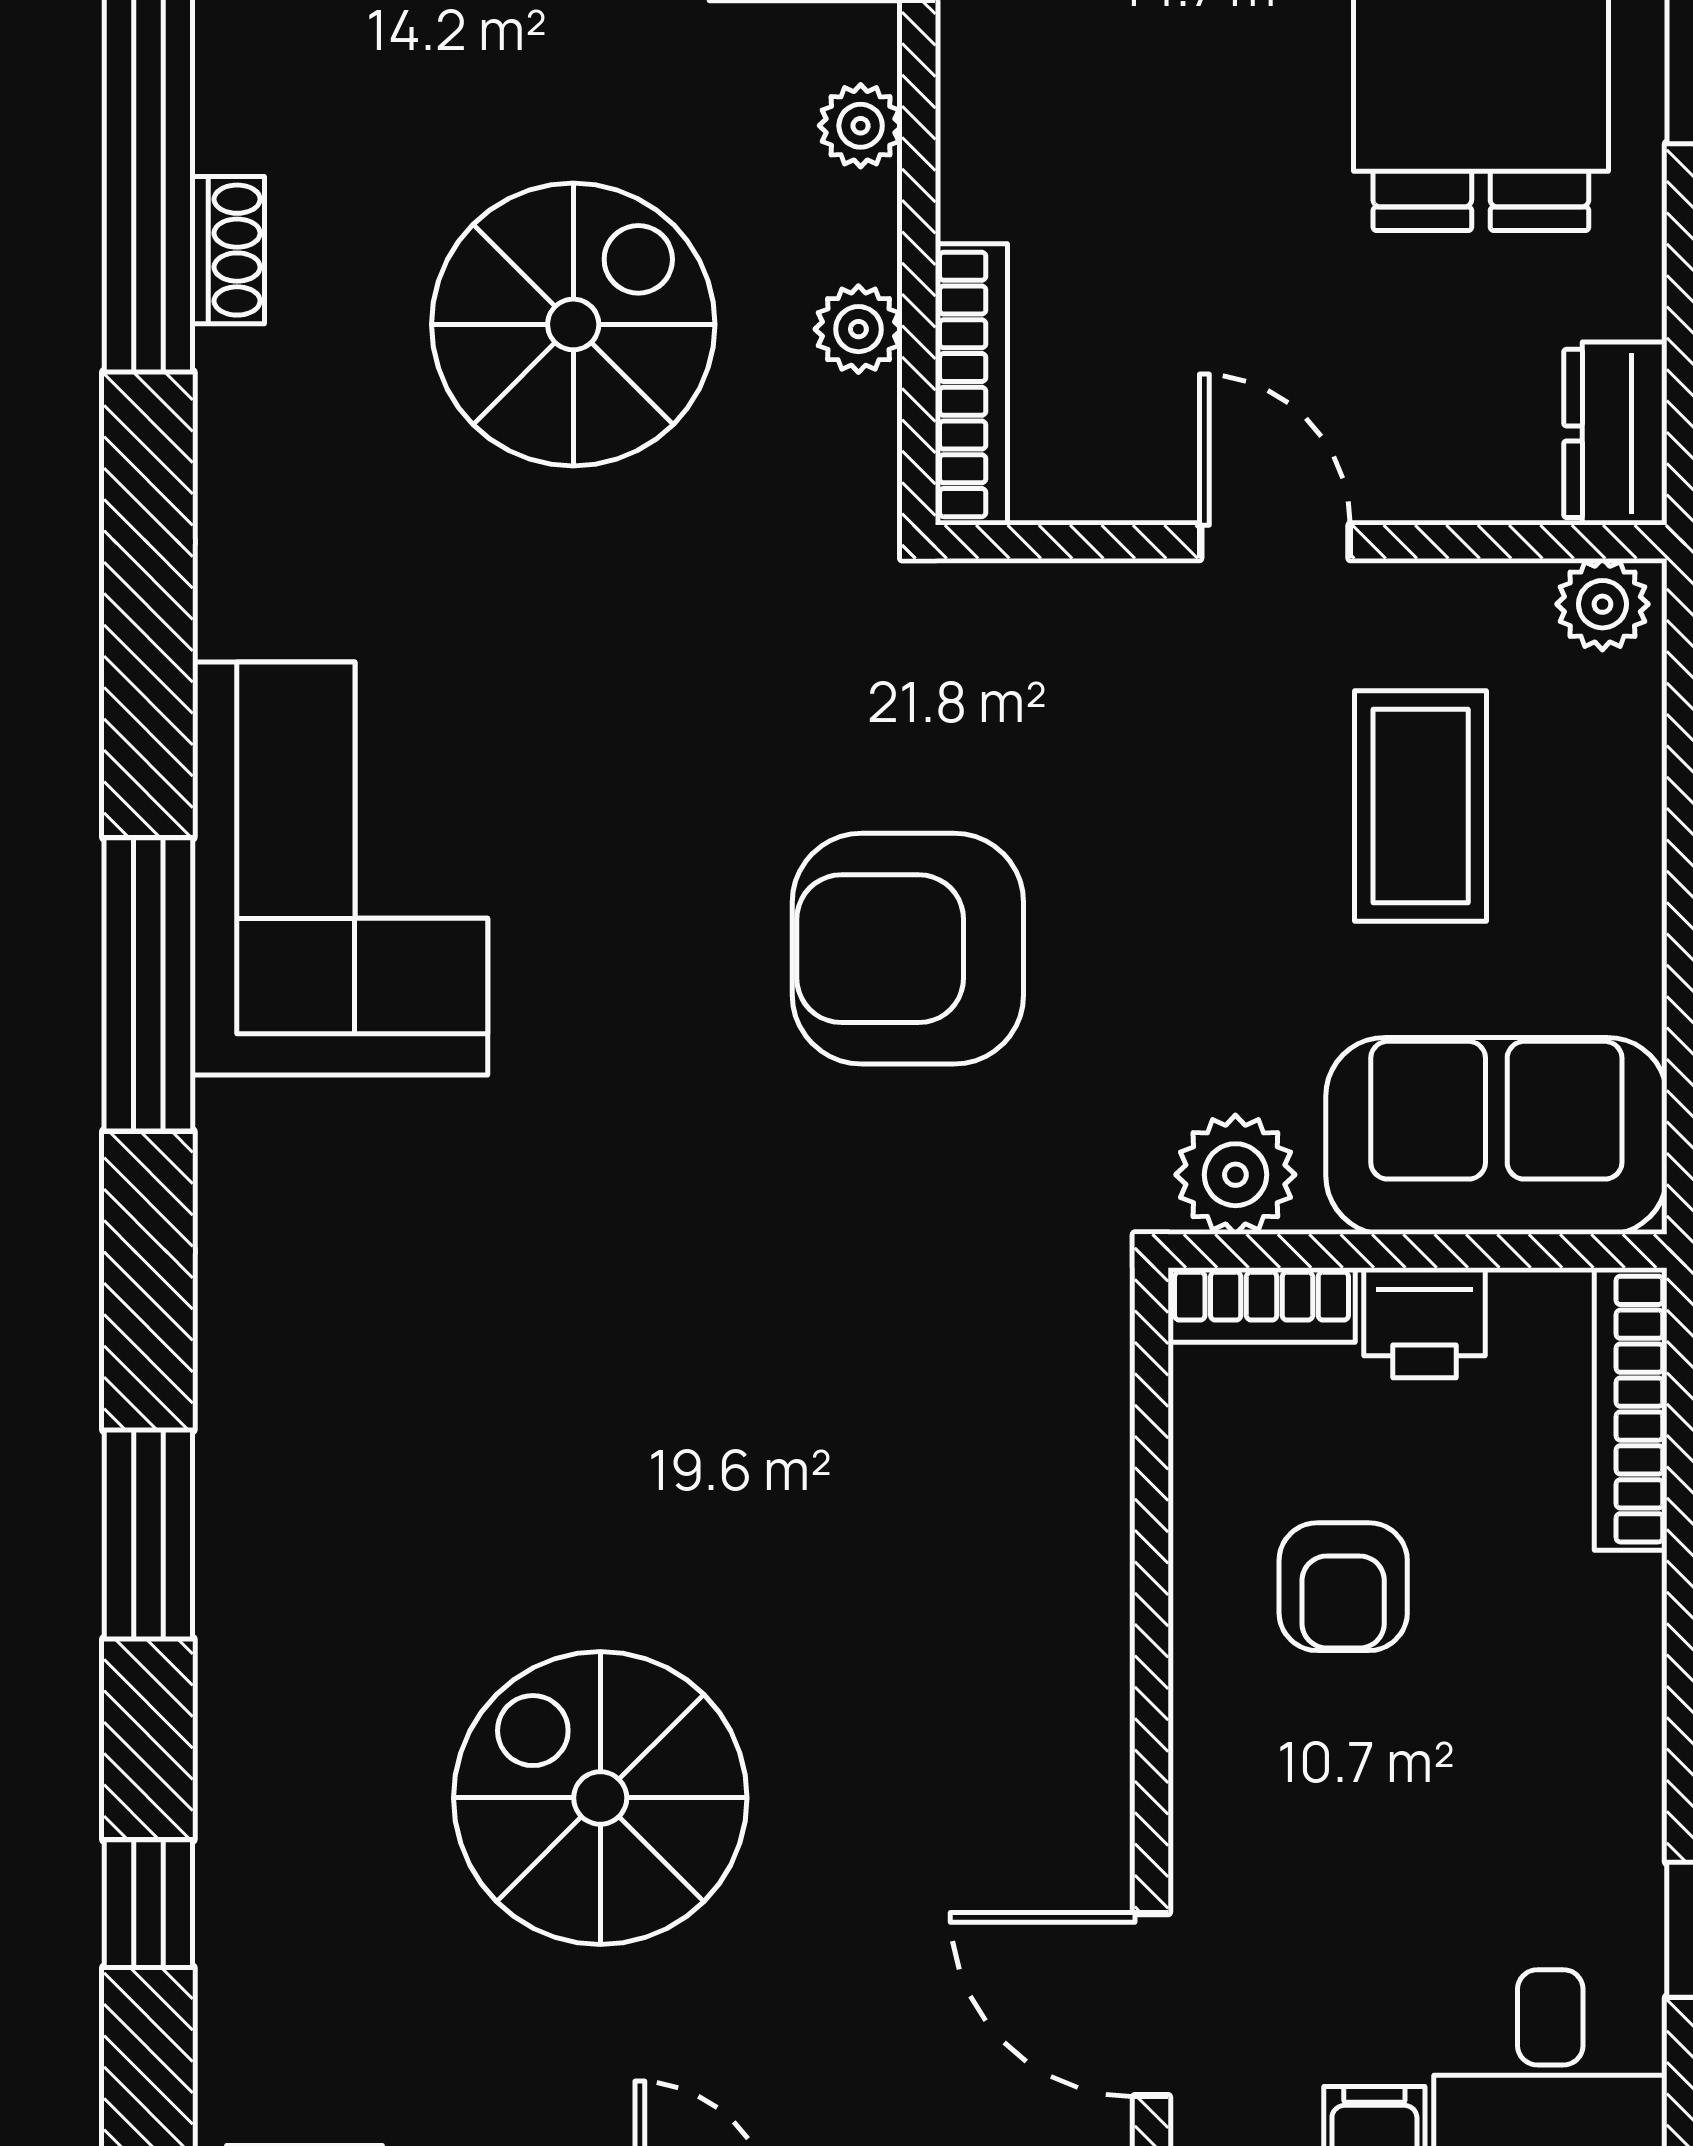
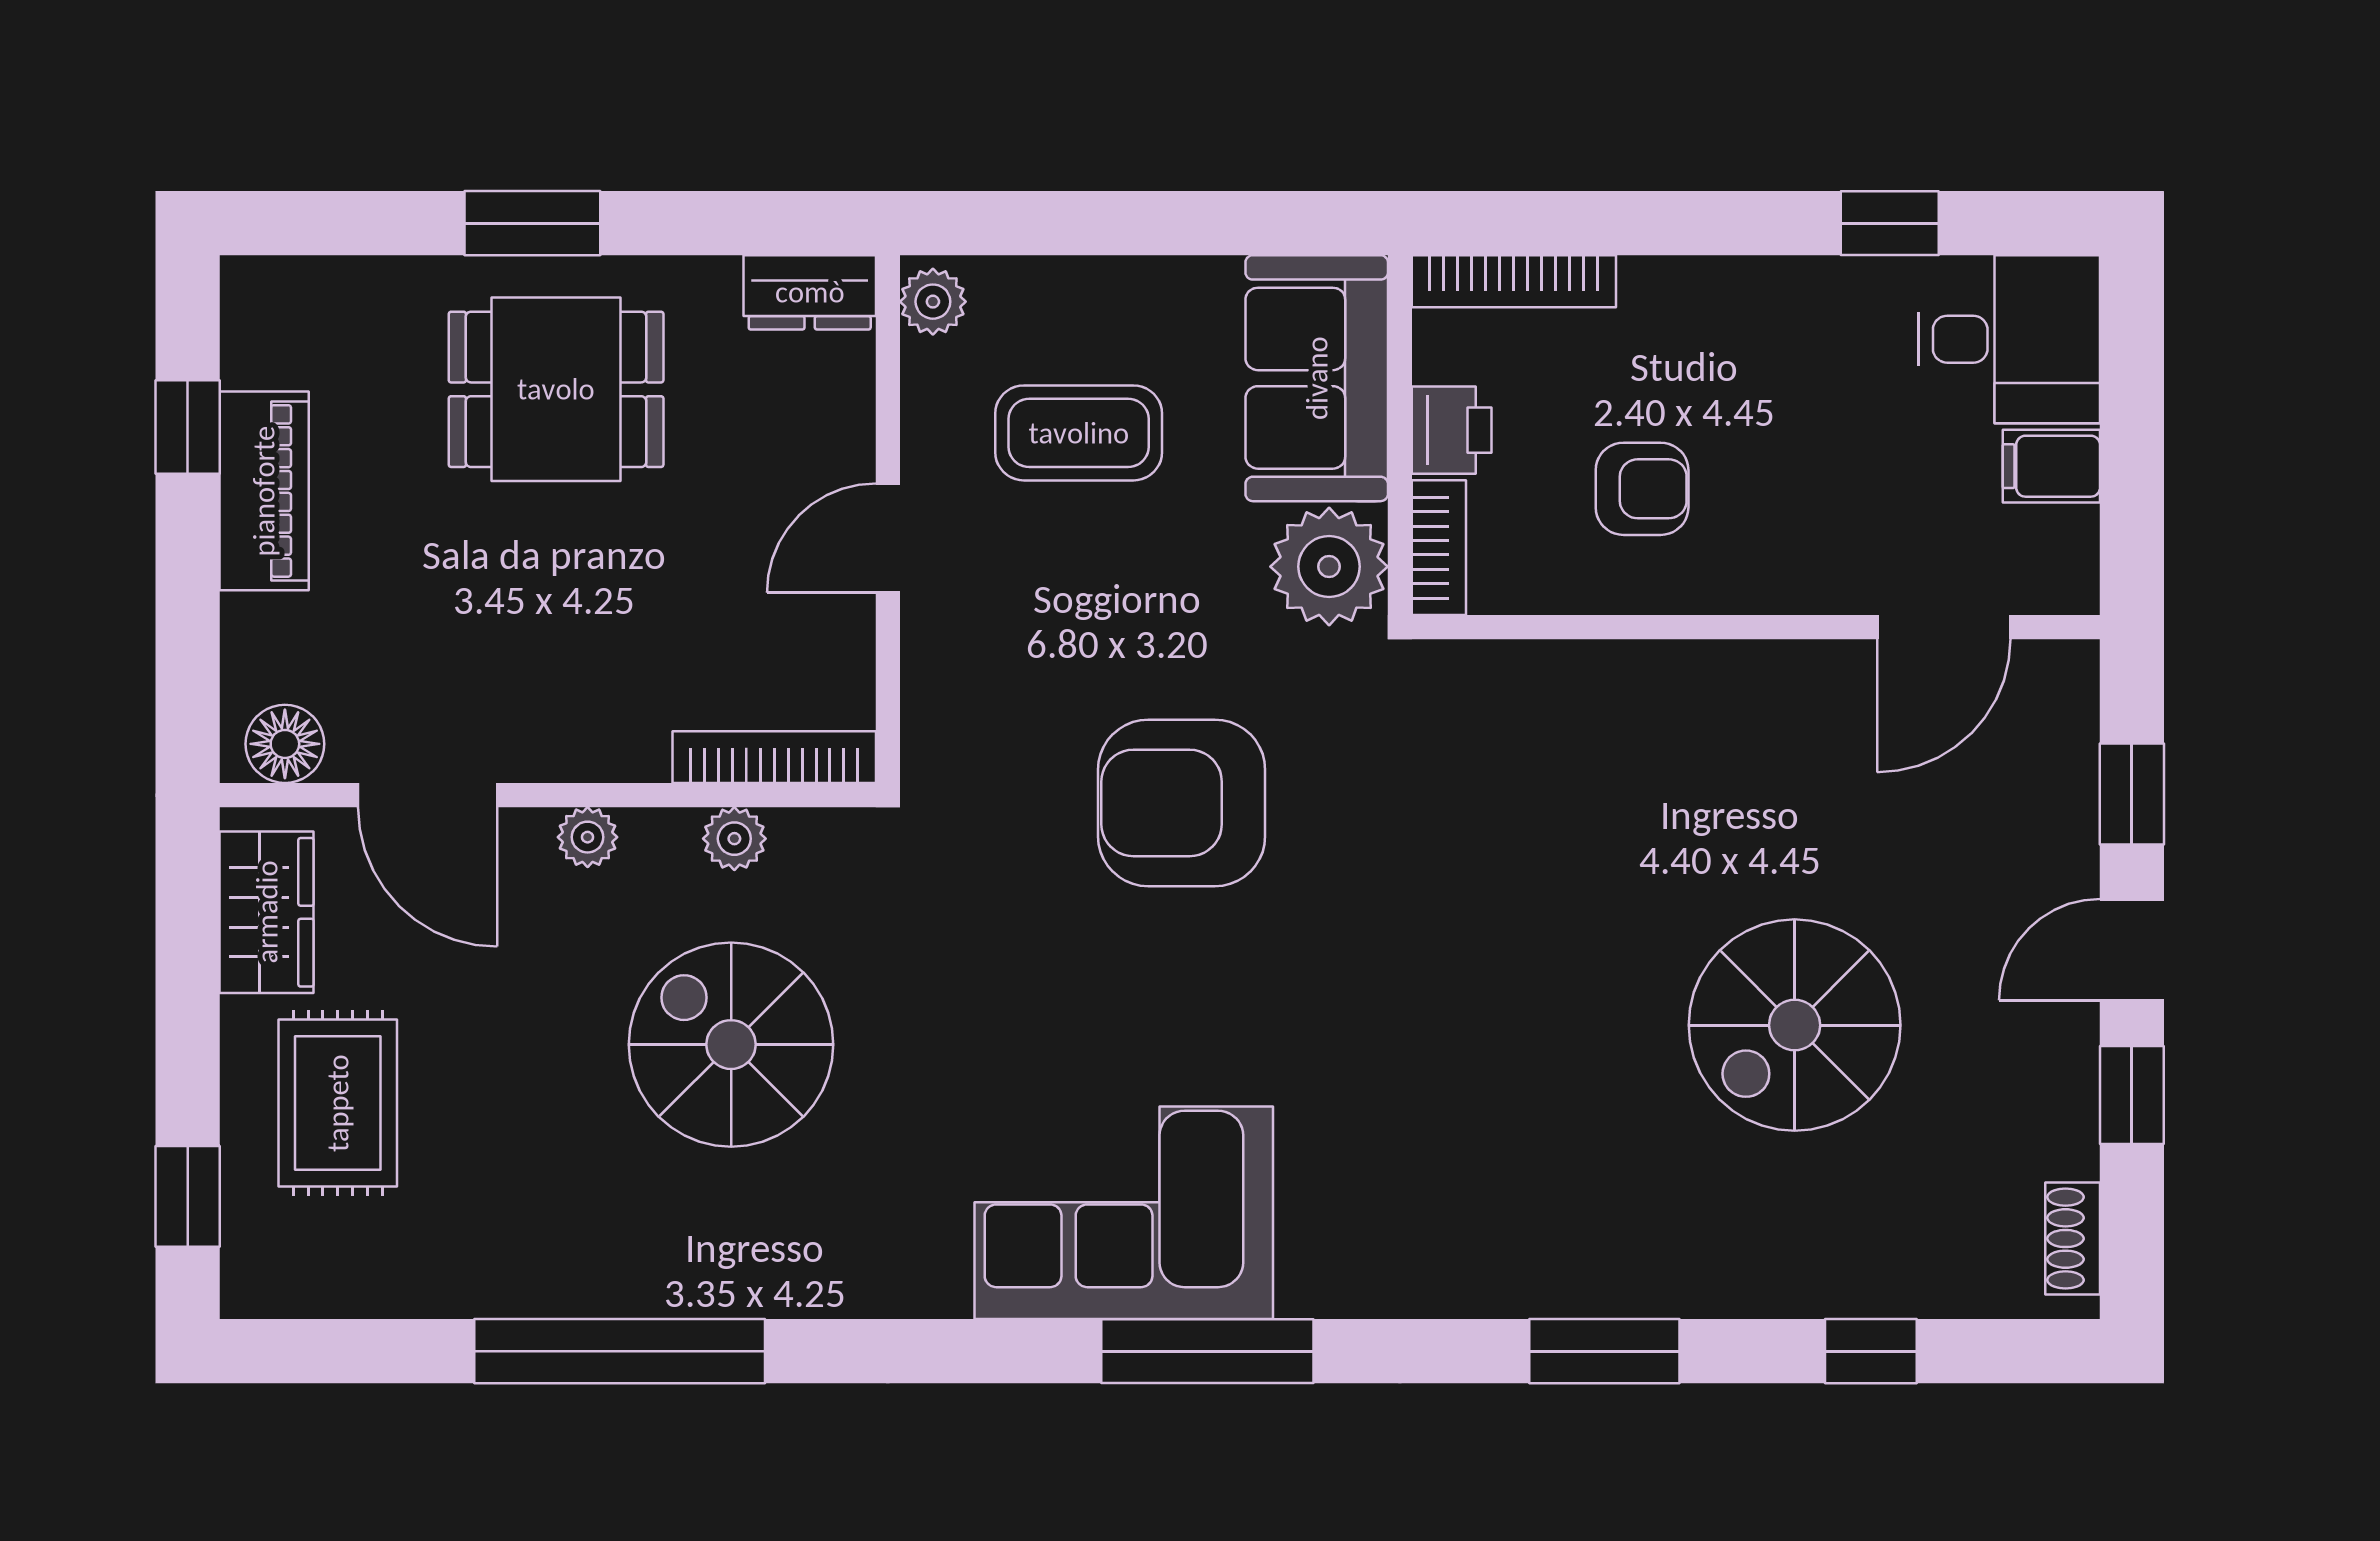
shoe rack: (228, 250) -> (677, 1293), removed
armchair: (908, 949) -> (1182, 803), turned 90
plant: (1235, 1175) -> (1329, 567), width x1.36, depth x1.36

